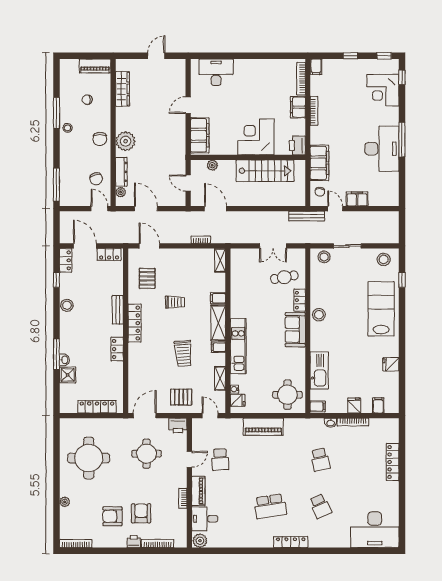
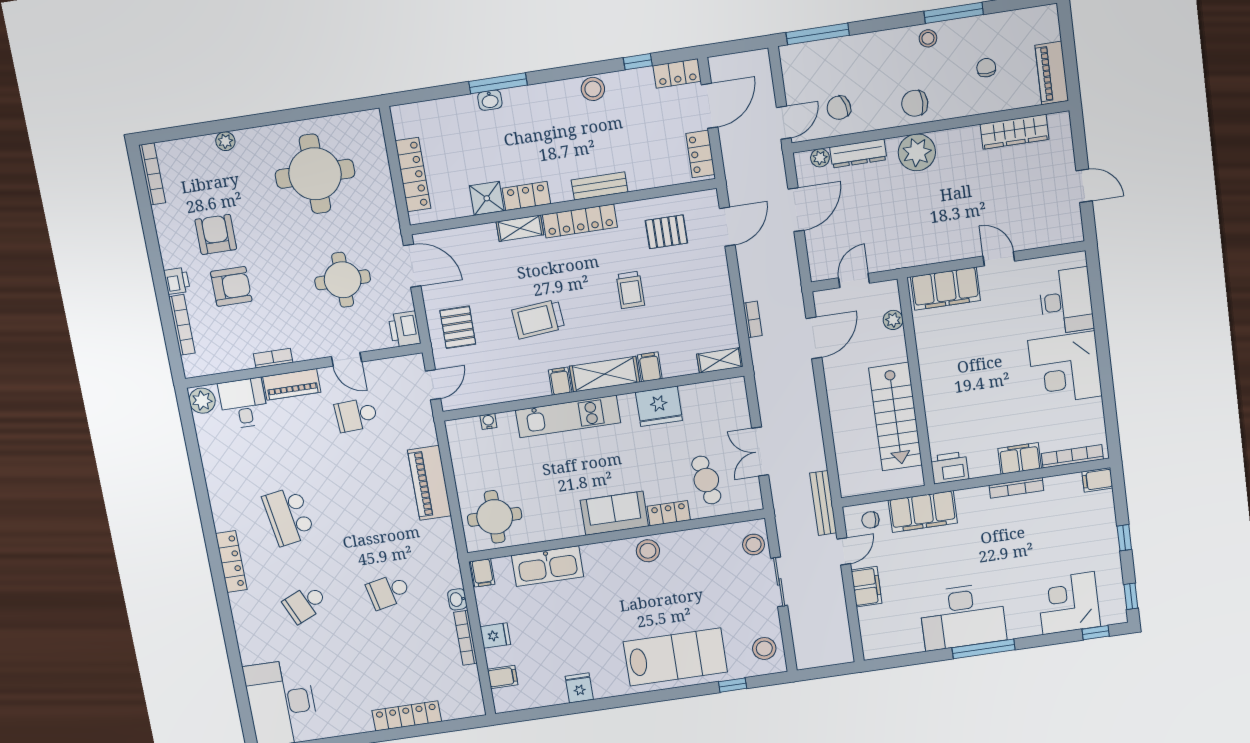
corner desk: (256, 137) -> (1065, 368), moved, turned 180
shower: (68, 375) -> (487, 198), moved
shelving: (220, 378) -> (520, 228), moved
fridge: (238, 400) -> (659, 406), moved, width x1.88, depth x1.34

